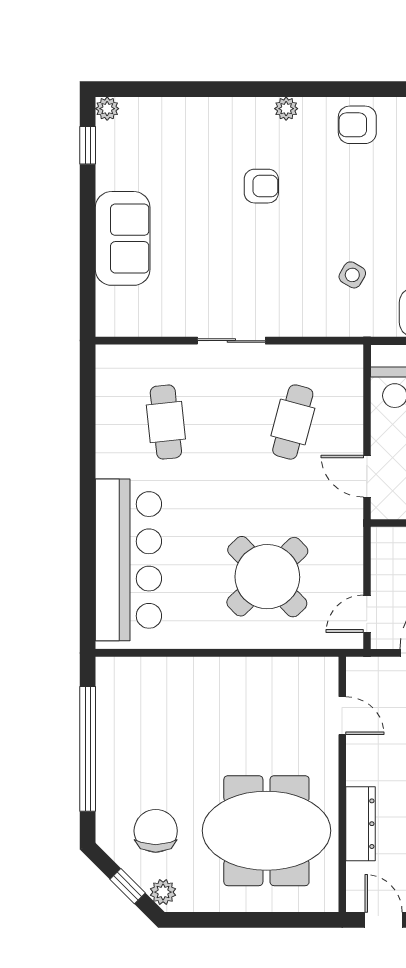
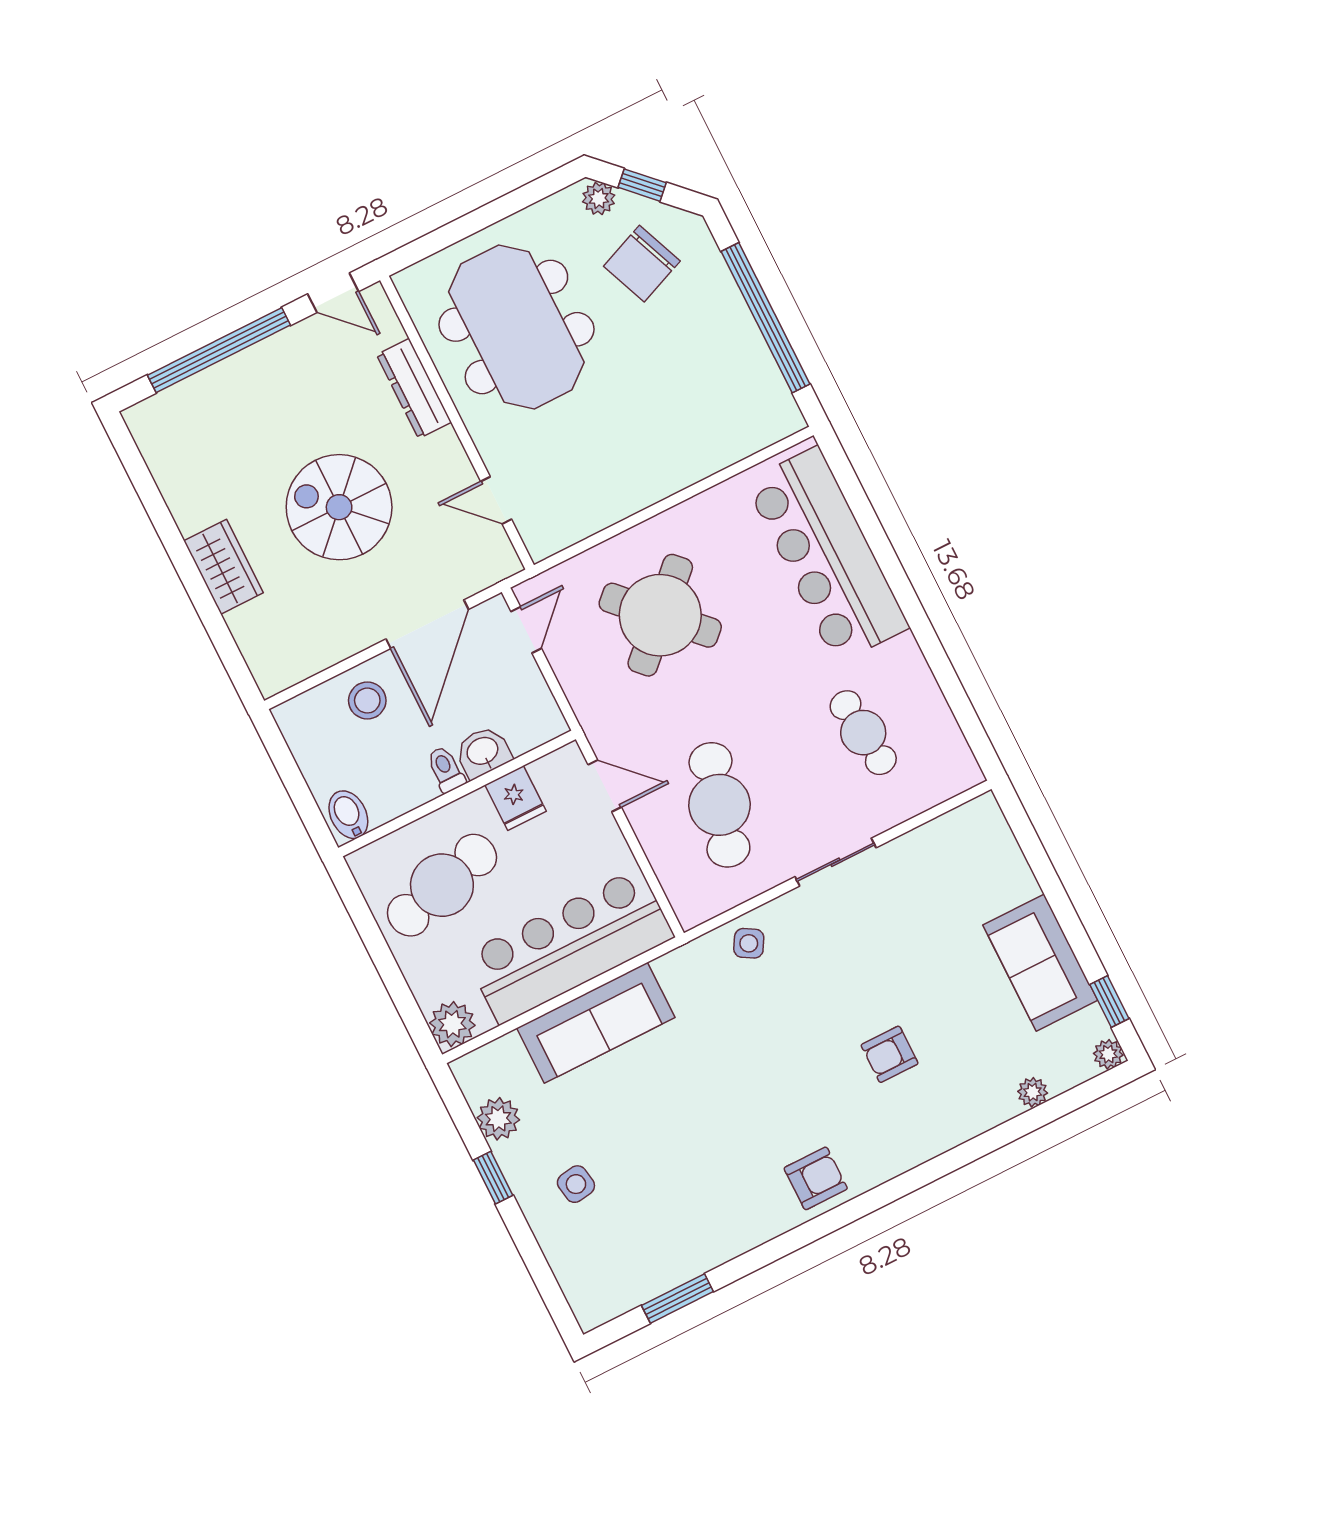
plant: (286, 109) -> (1033, 1092), moved
sofa: (123, 238) -> (1040, 963), moved
side table: (352, 275) -> (749, 943), moved
cafe table: (293, 422) -> (719, 805), width x1.37, depth x1.35
chair: (156, 831) -> (642, 264), turned 68
meeting table: (266, 831) -> (516, 327), turned 90

